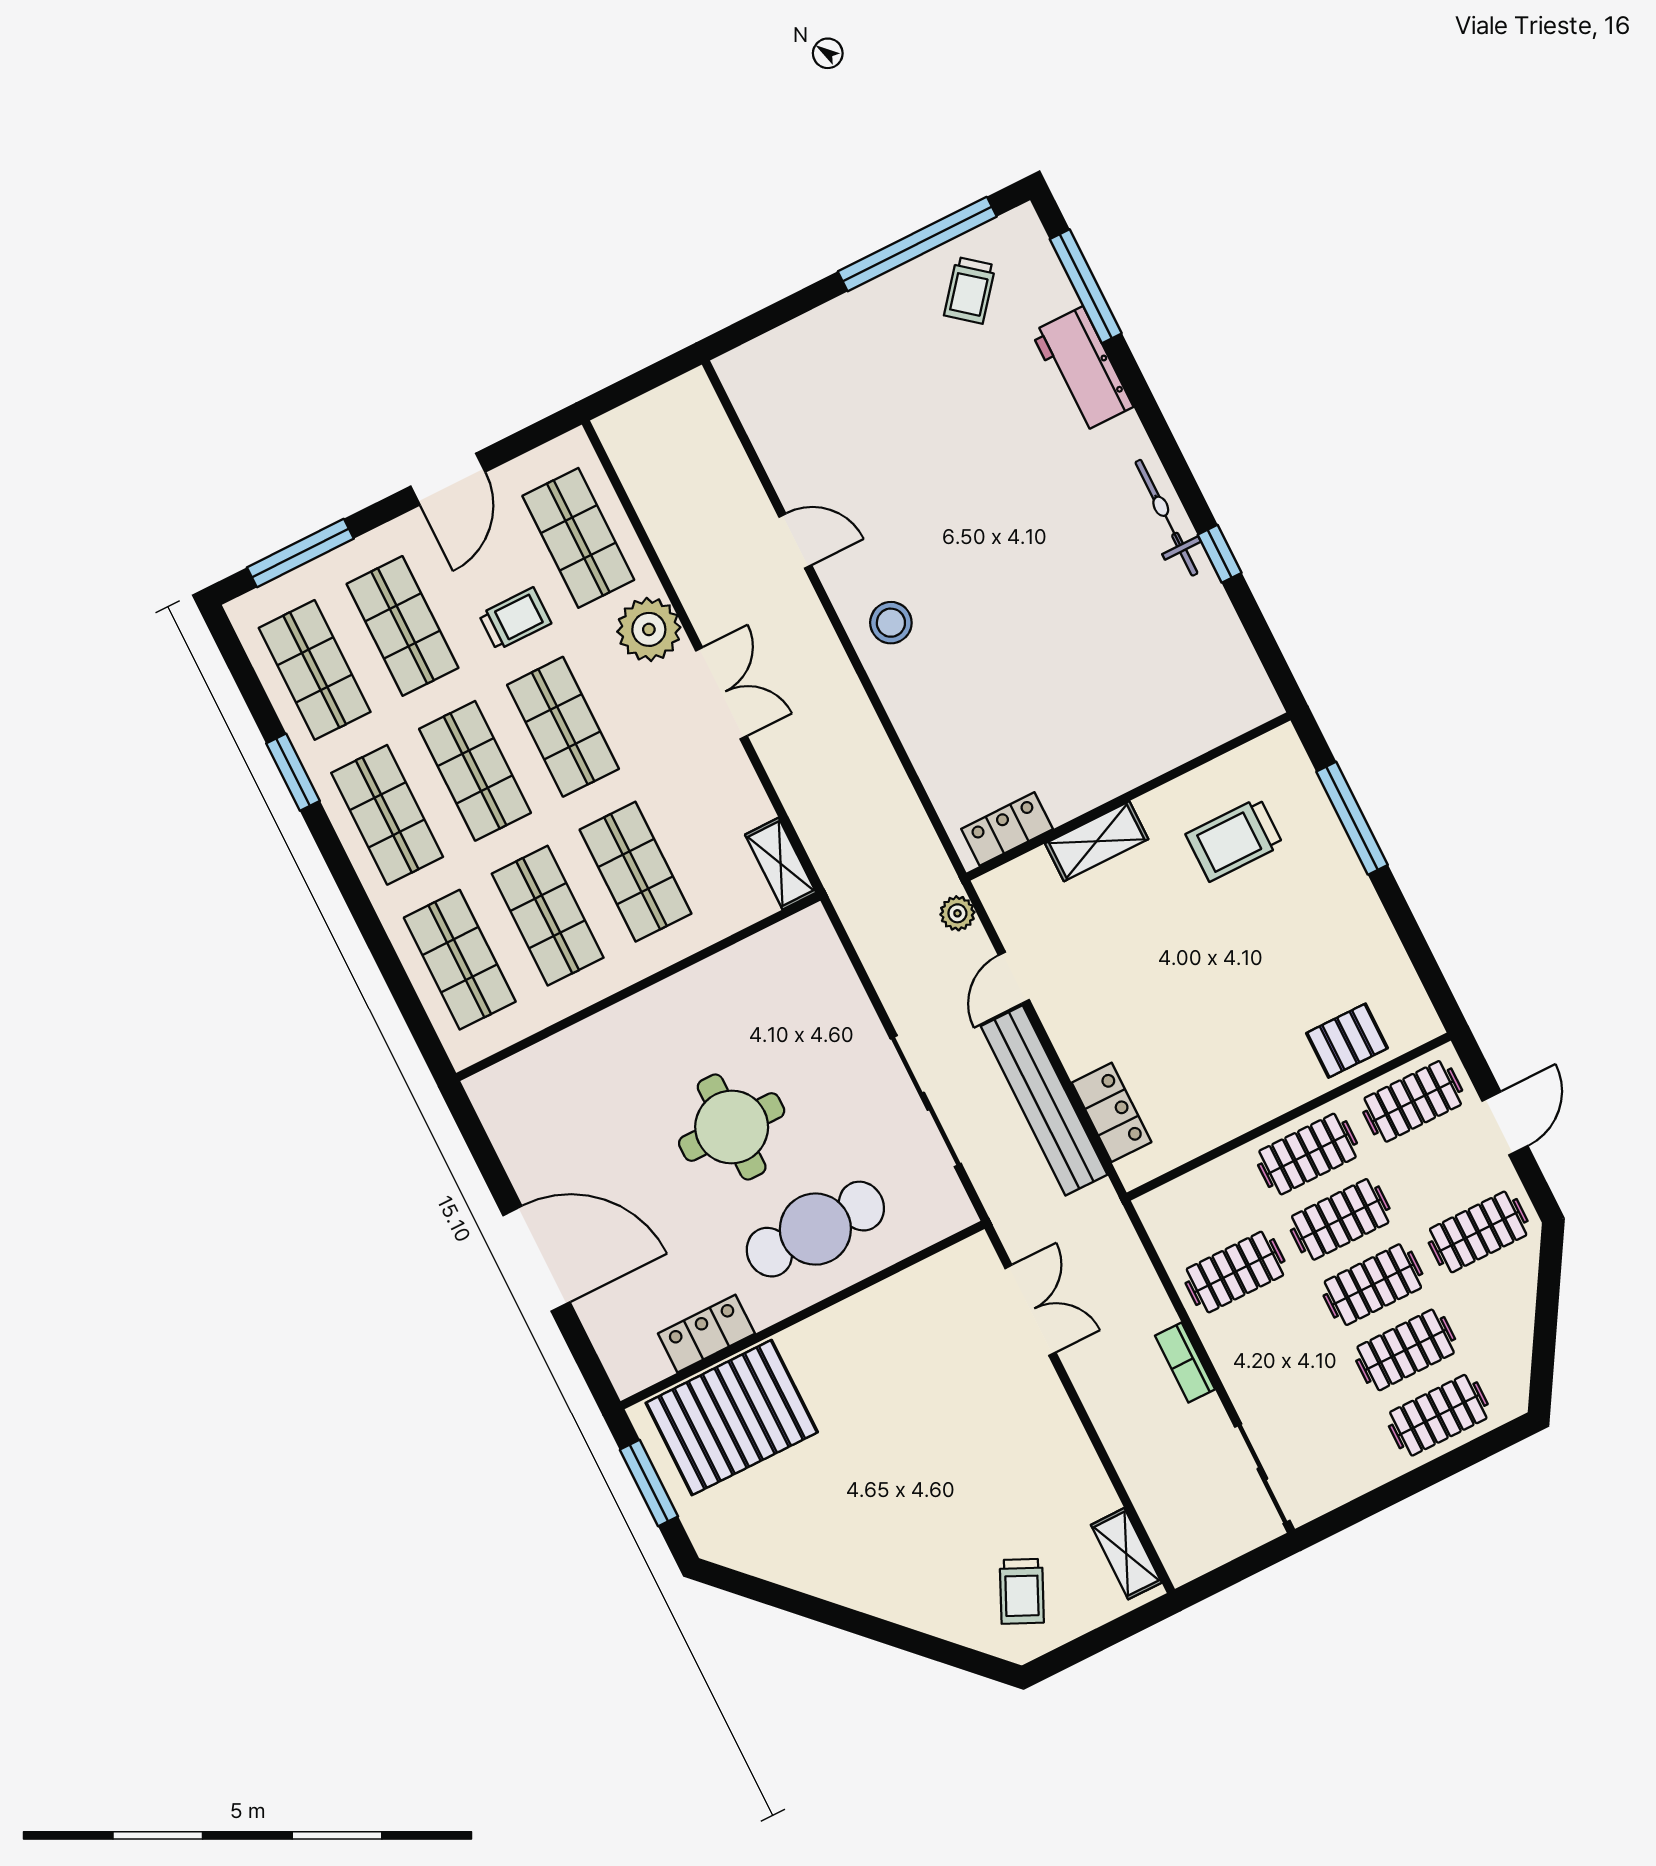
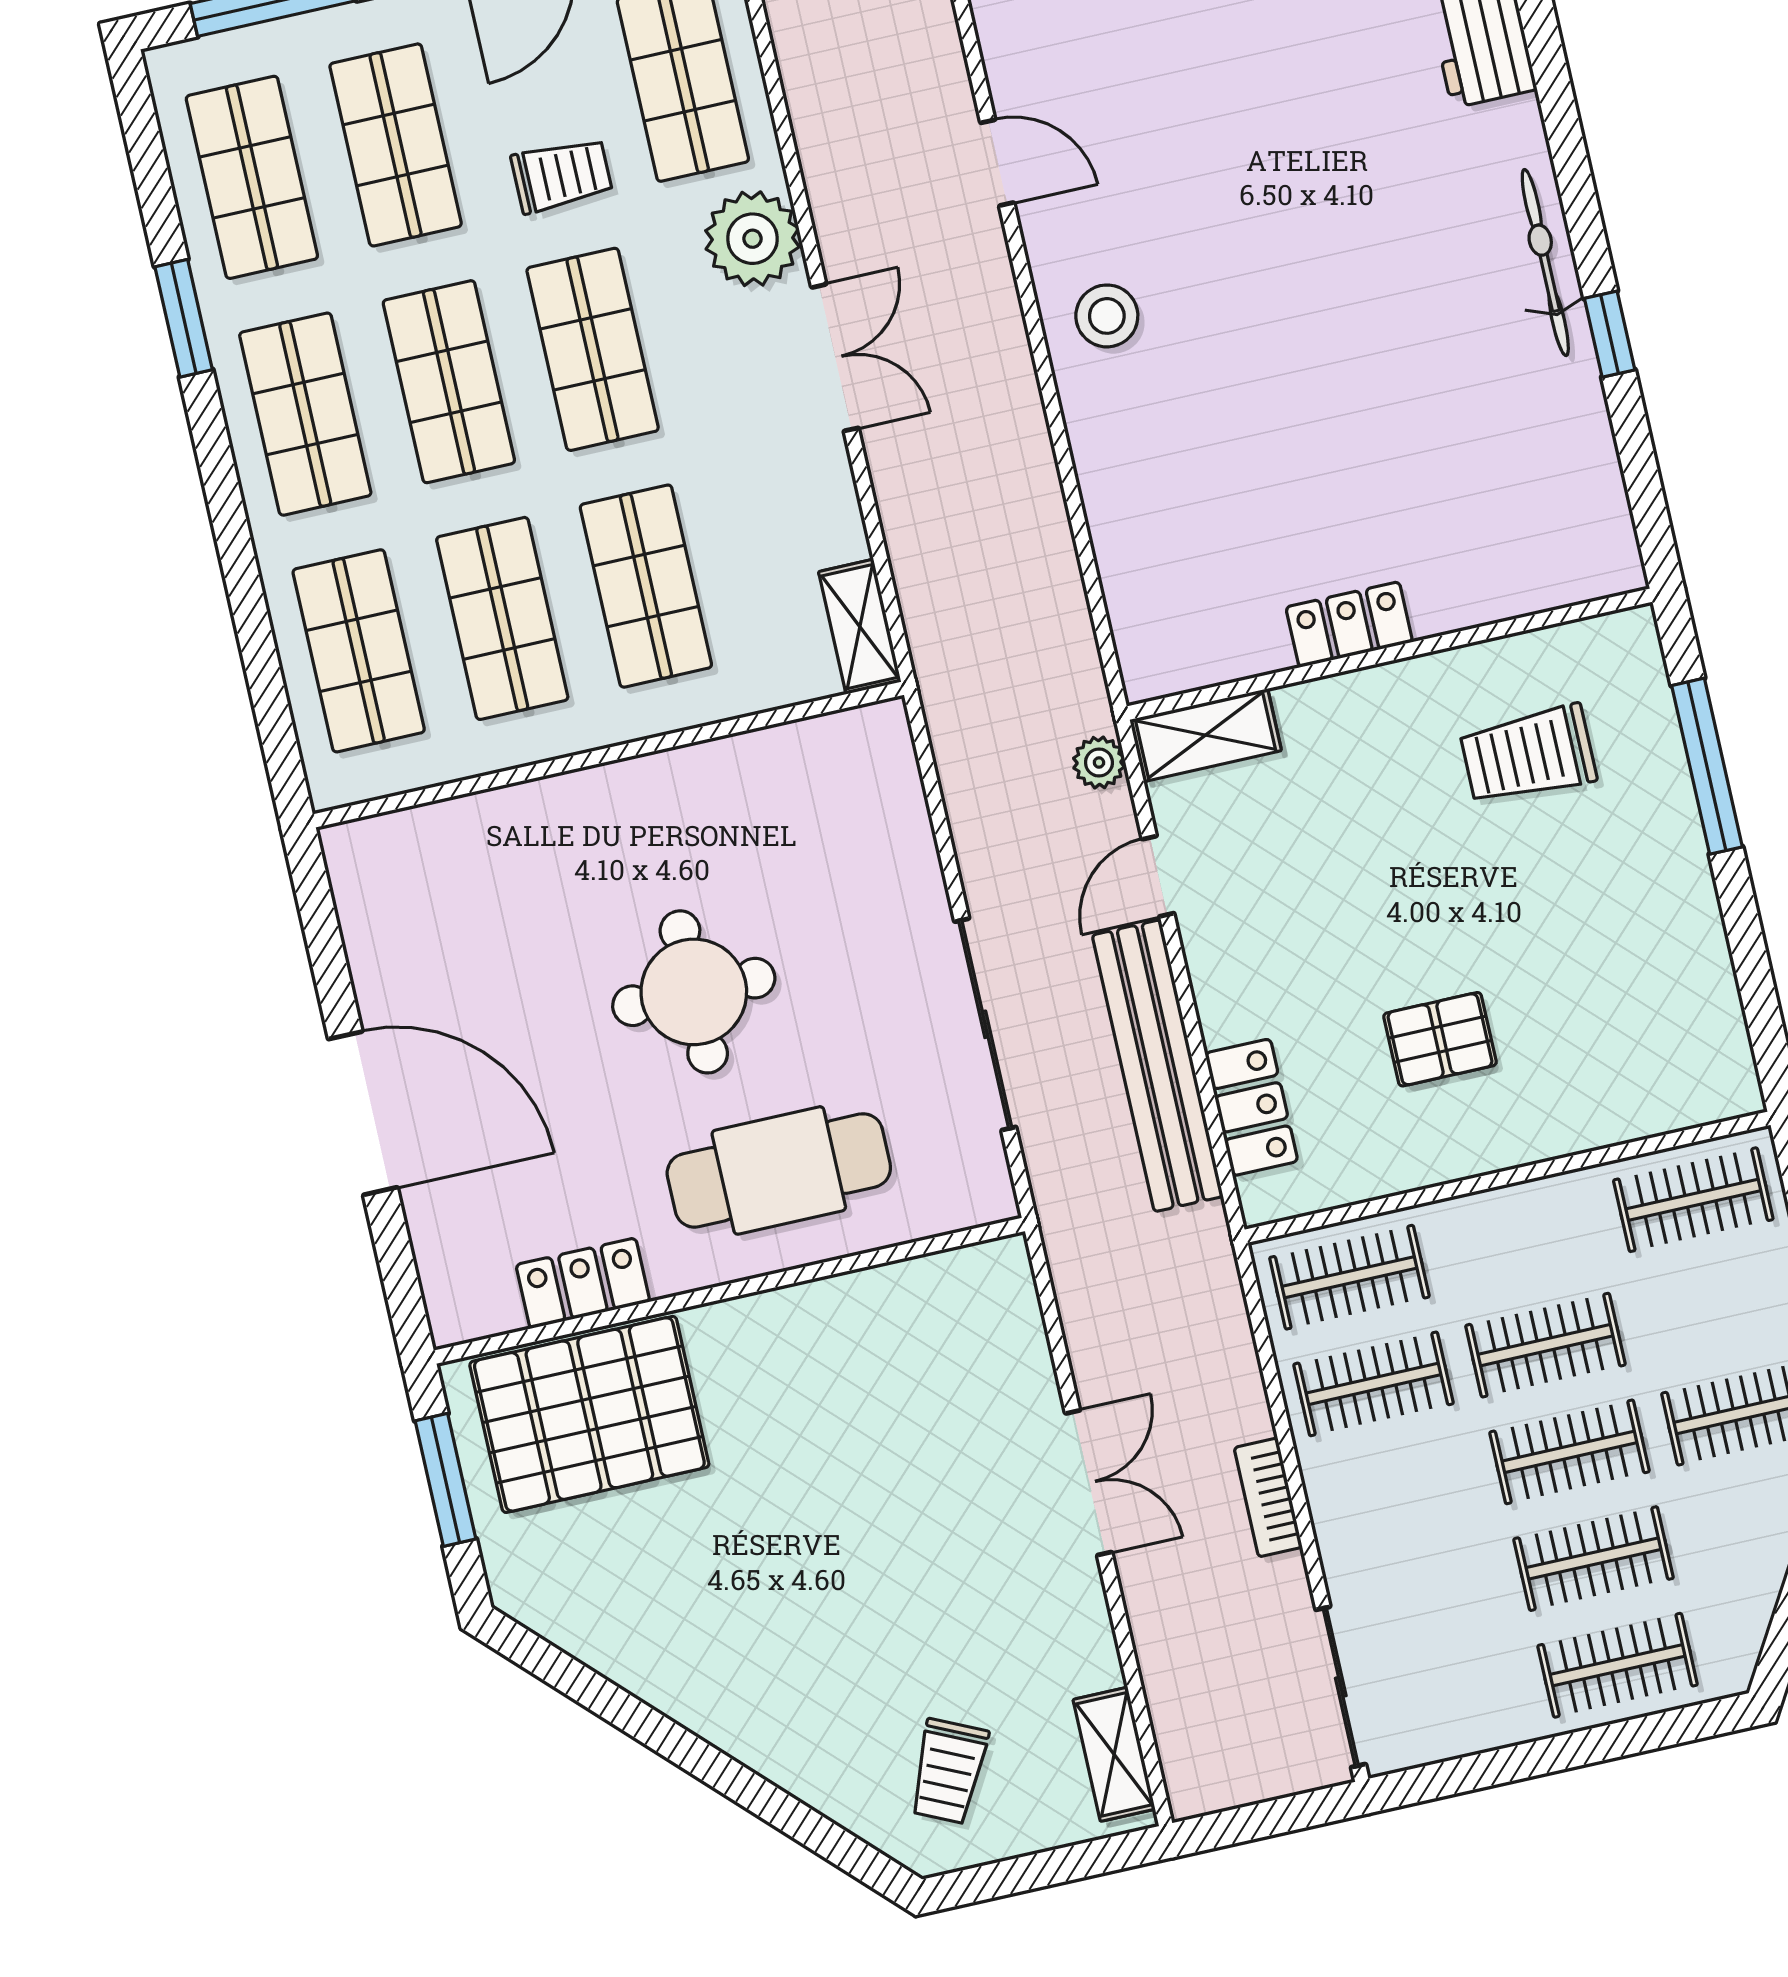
locker: (1007, 829) -> (1349, 625), moved
shelving: (1097, 841) -> (1206, 735), moved
pallet: (1347, 1041) -> (1440, 1039), moved
clothes rail: (1308, 1154) -> (1349, 1277), moved
double door: (1030, 1310) -> (1089, 1483), moved

